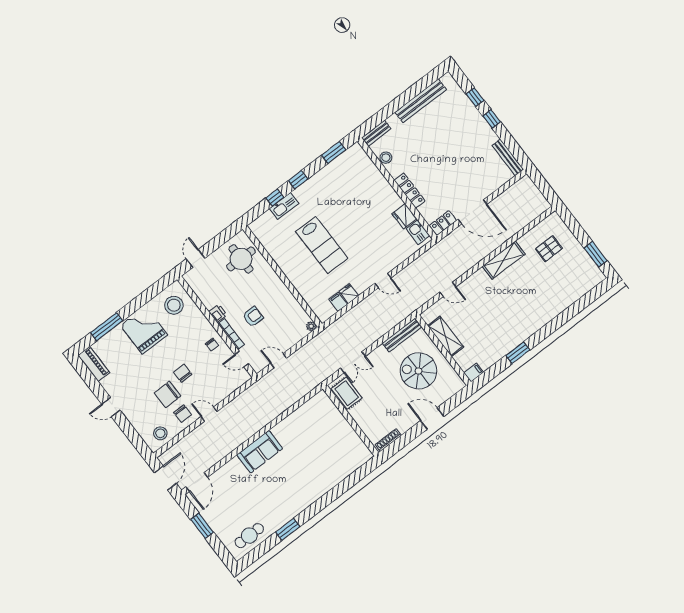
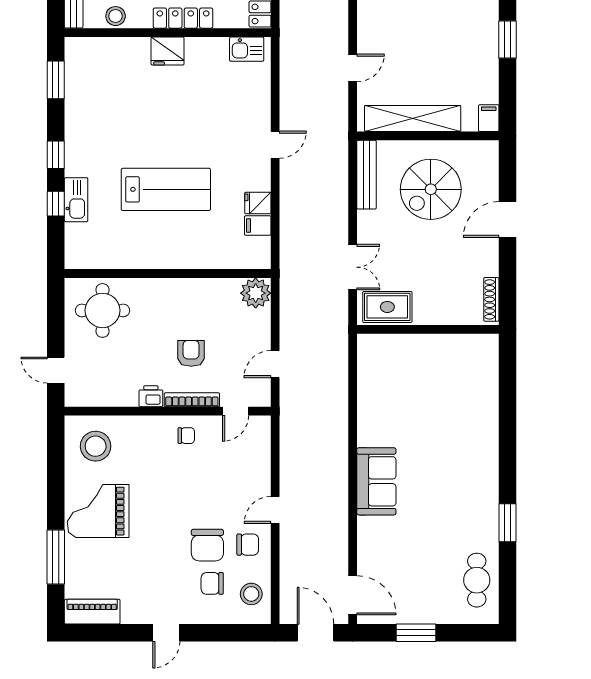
fridge: (404, 216) -> (168, 51), moved
plant: (311, 326) -> (256, 293), width x1.88, depth x1.88
shelving: (446, 336) -> (413, 118), width x1.47
chair: (183, 373) -> (212, 583), moved

